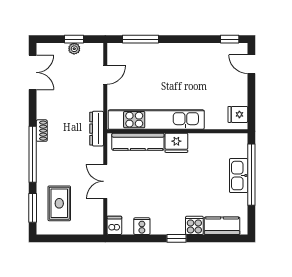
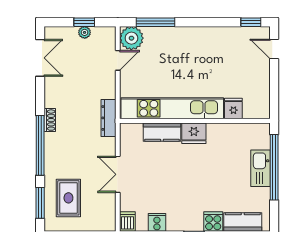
plant: (118, 54) -> (131, 38), added
fridge: (238, 114) -> (233, 108), moved, turned 90
kitchen counter: (138, 142) -> (162, 132), width x0.67

